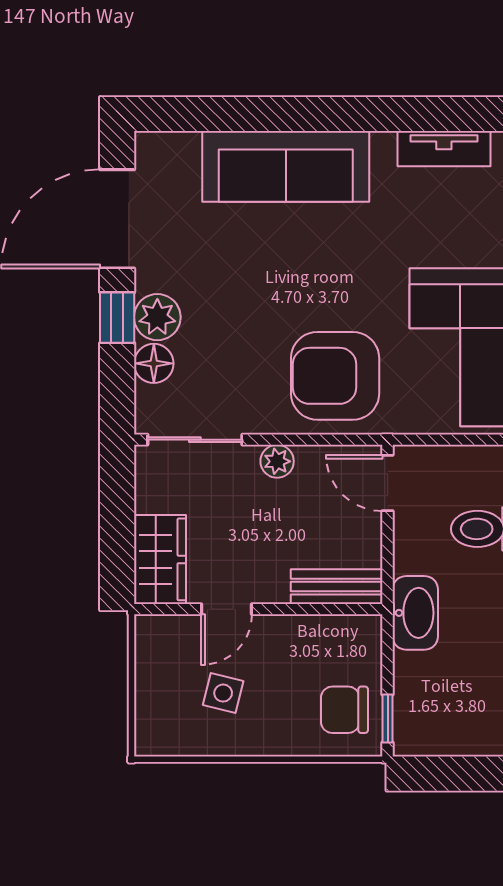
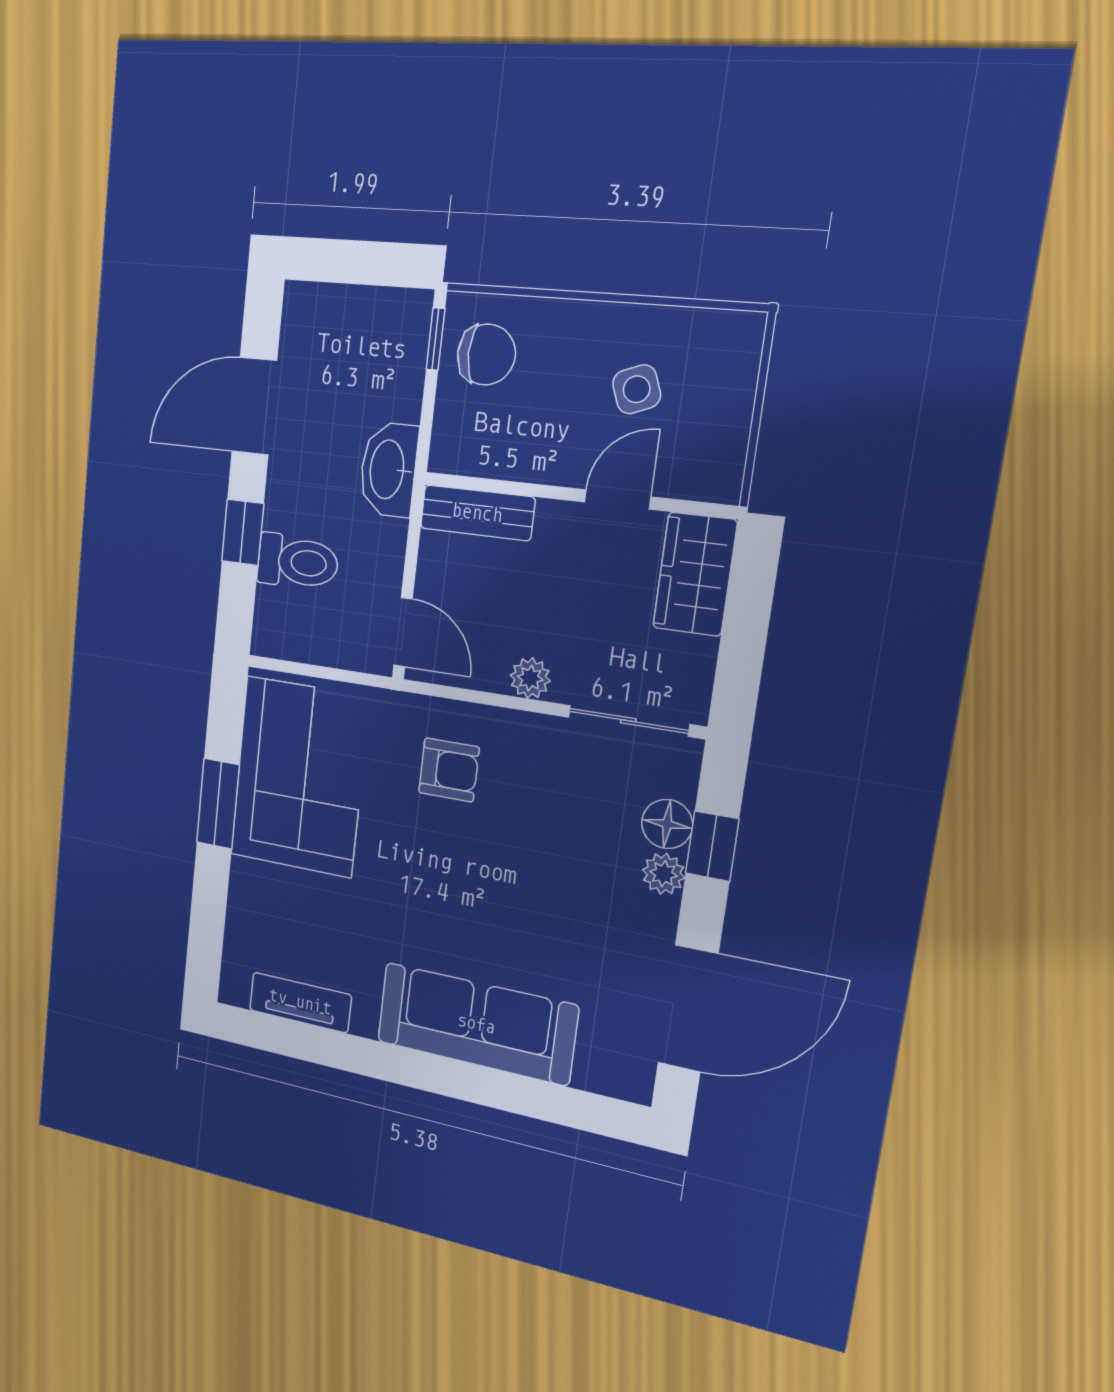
plant: (157, 317) -> (664, 874), width x0.73, depth x0.73
window: (117, 318) -> (712, 846), moved
armchair: (335, 376) -> (449, 770), width x0.53, depth x0.53
side table: (223, 693) -> (637, 389), turned -35

